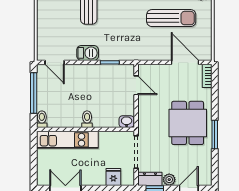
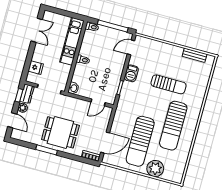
sun lounger: (171, 18) -> (140, 141), width x1.36, depth x1.34

